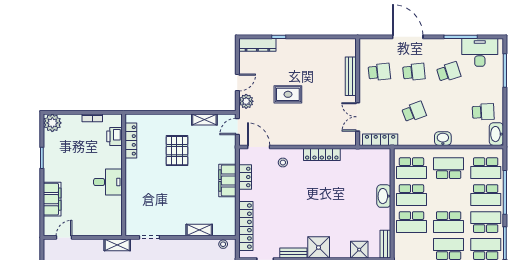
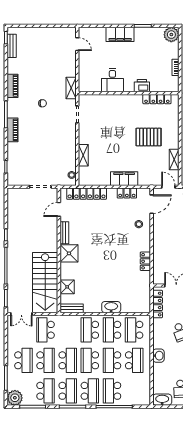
printer: (114, 136) -> (142, 86), moved
locker: (322, 155) -> (145, 261), width x0.66
school desk: (486, 168) -> (112, 360), moved
desk: (108, 182) -> (112, 80), moved
filing cabinet: (52, 199) -> (120, 34), moved

